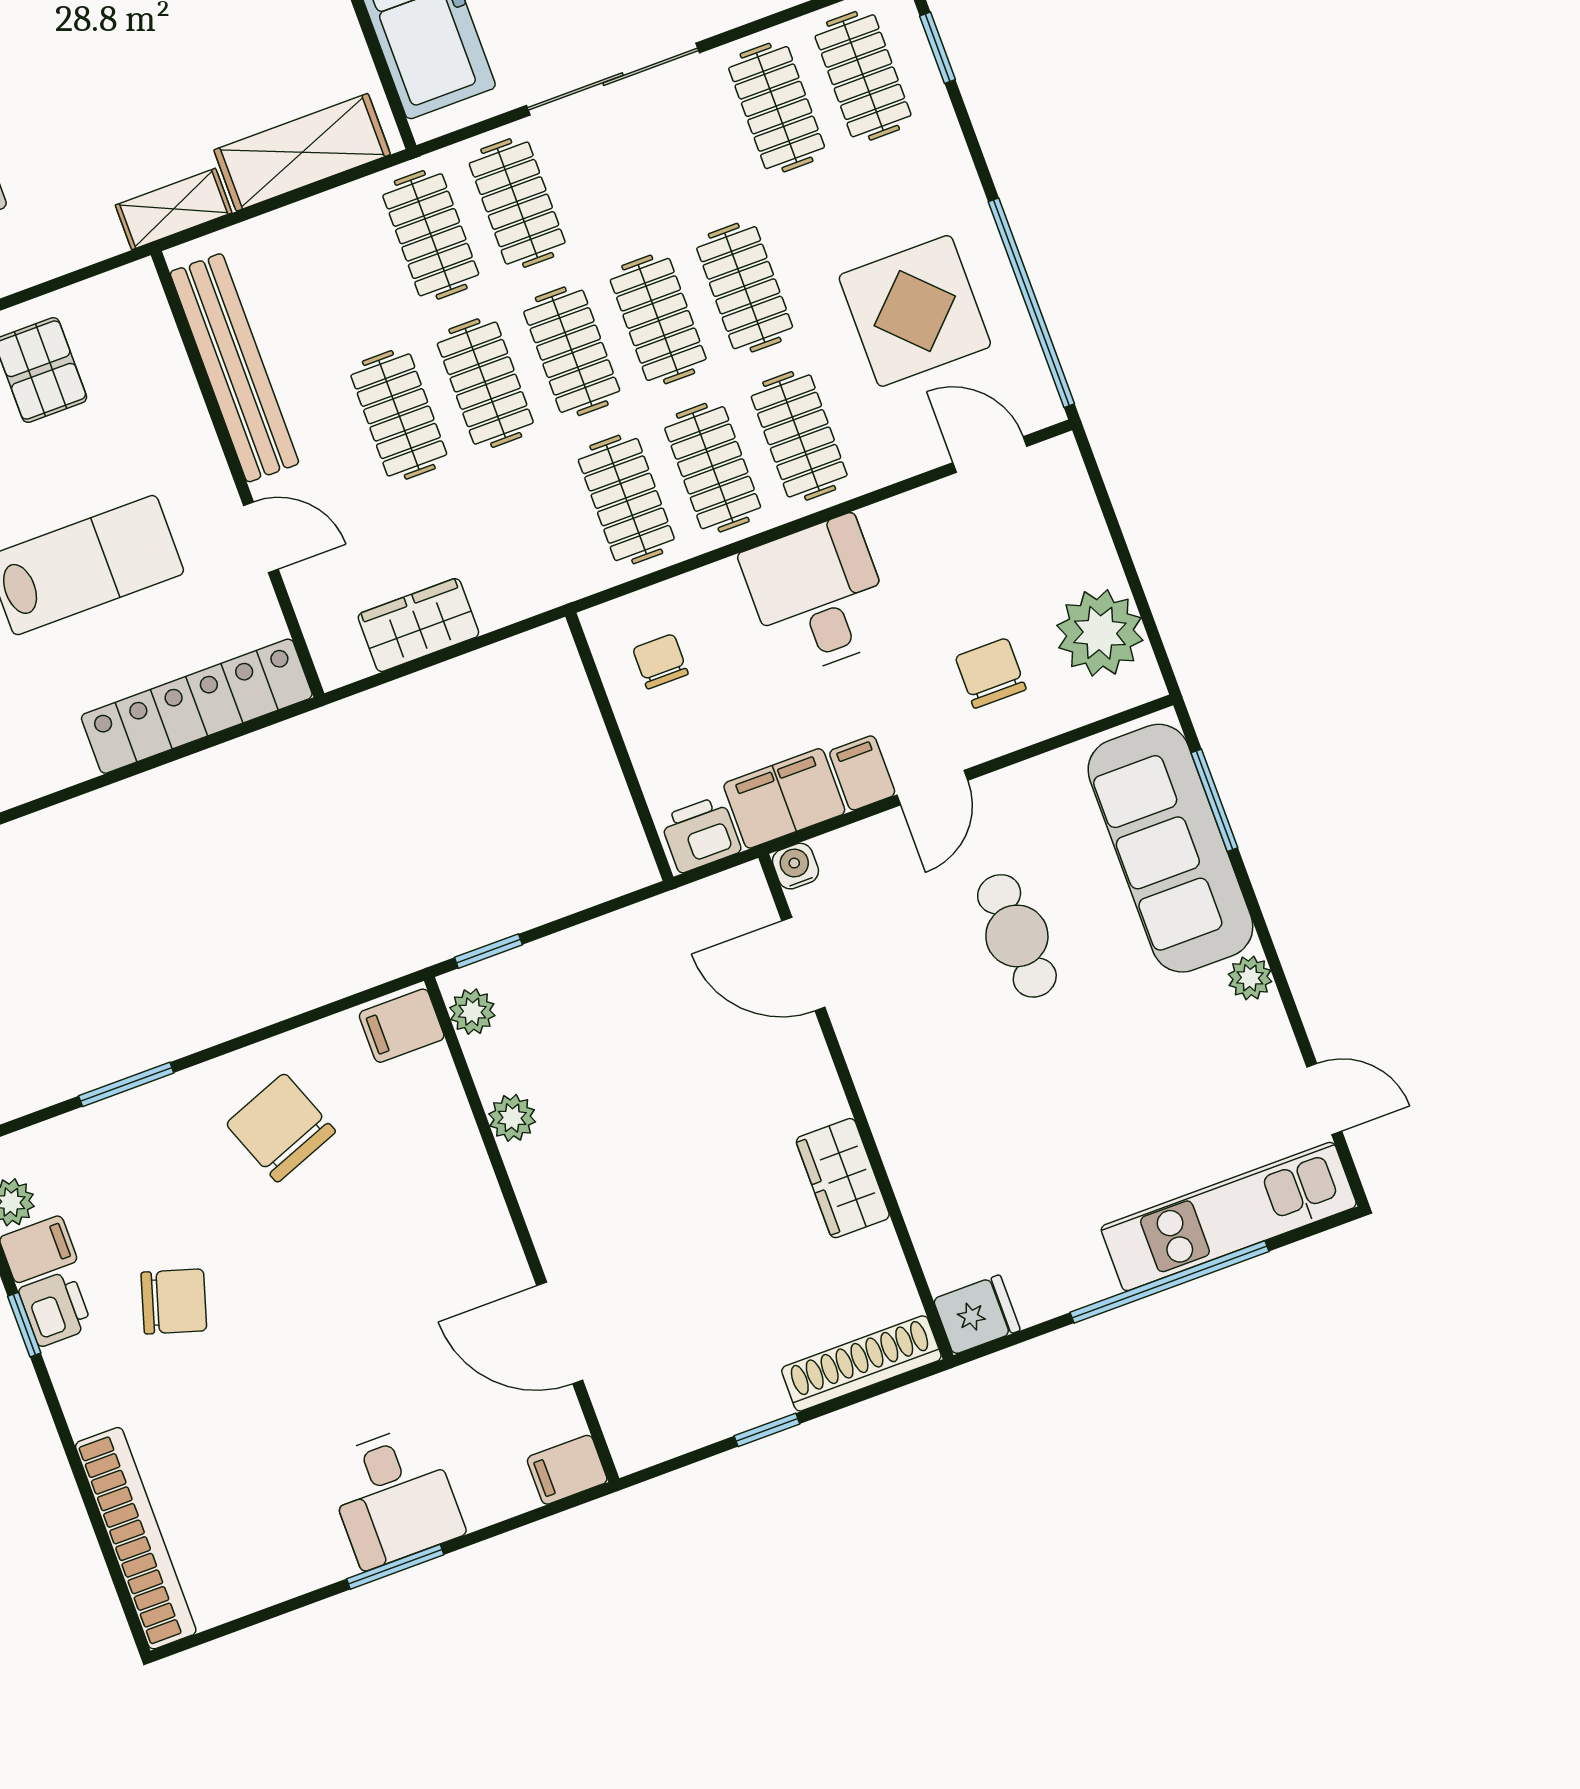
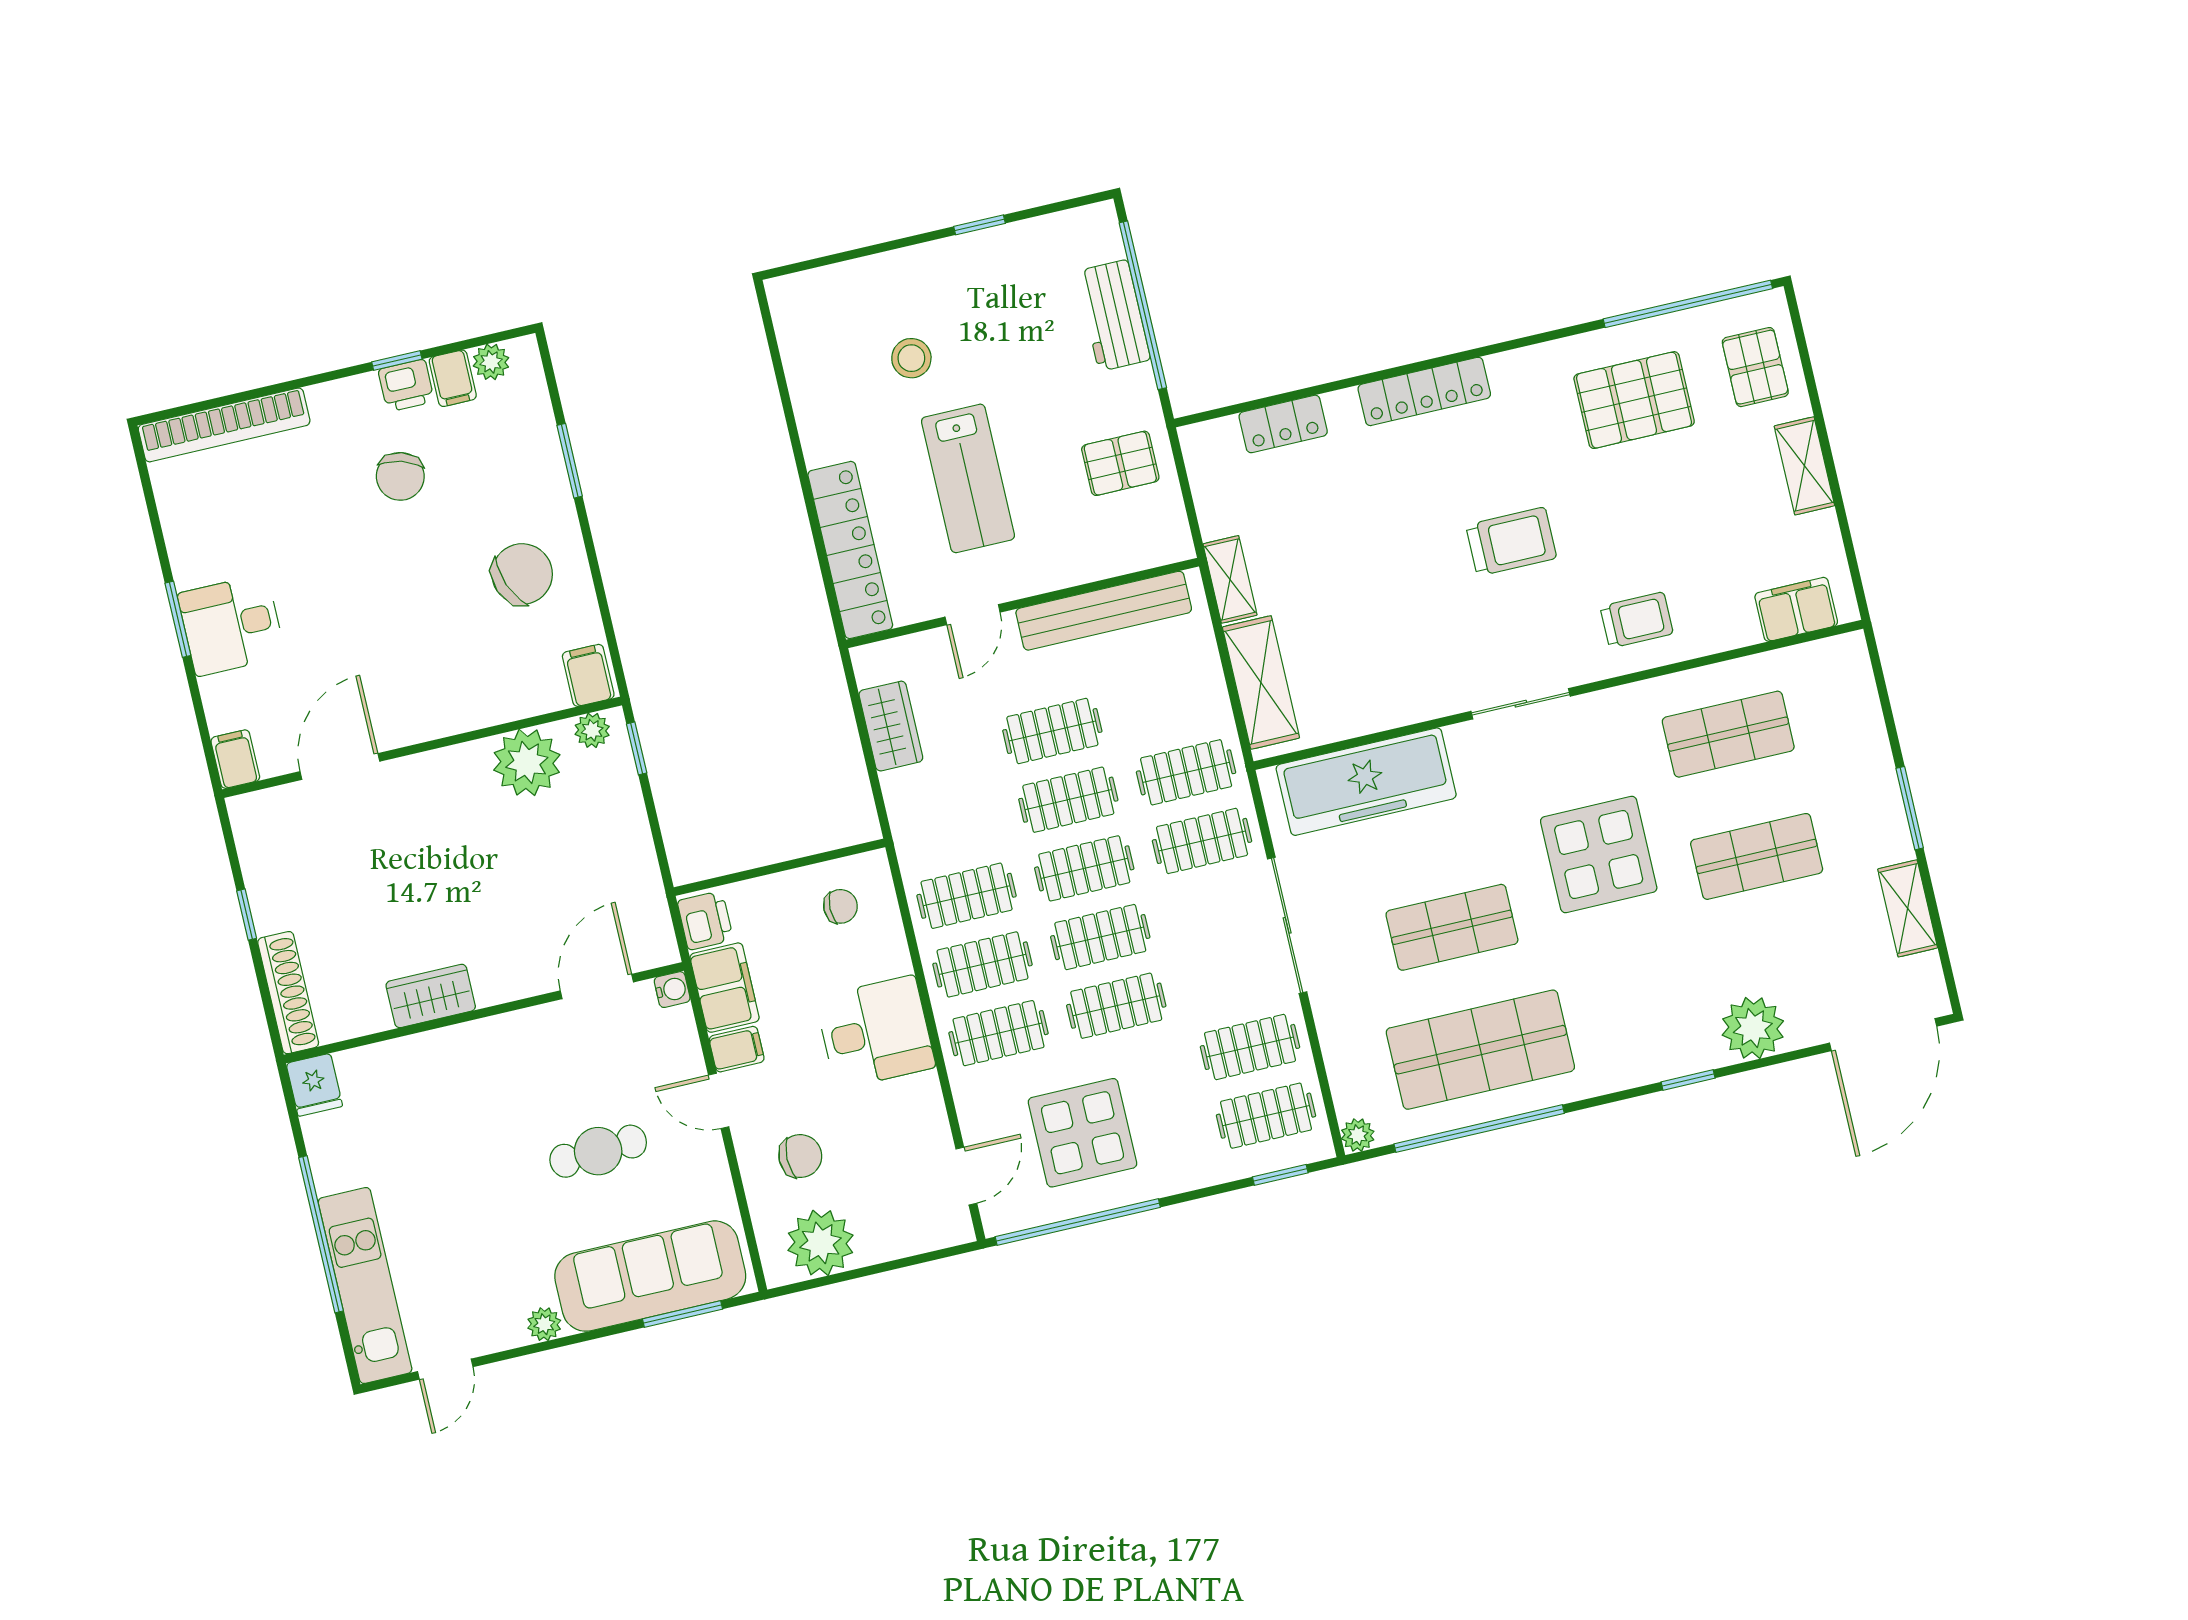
plant: (512, 1118) -> (527, 762), width x1.87, depth x1.87

